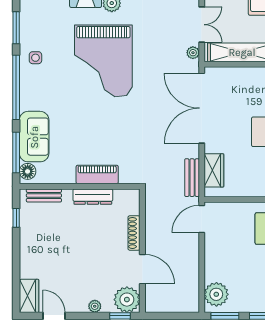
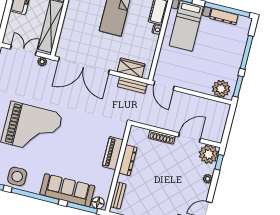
side table: (35, 58) -> (17, 176), width x1.87, depth x1.87
sofa: (34, 137) -> (67, 190), width x1.36

